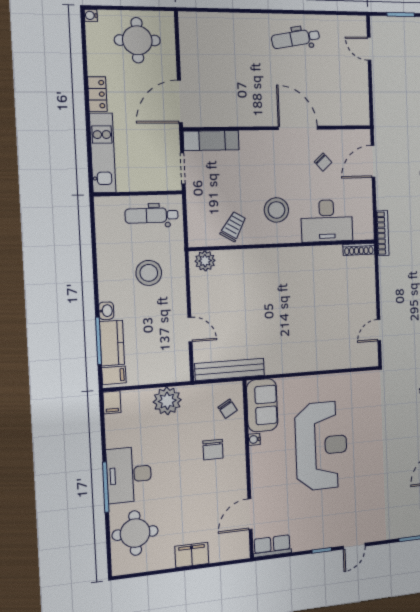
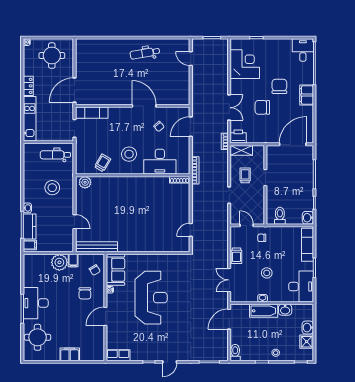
filing cabinet: (112, 402) -> (73, 260), moved
door: (250, 514) -> (105, 316), moved

